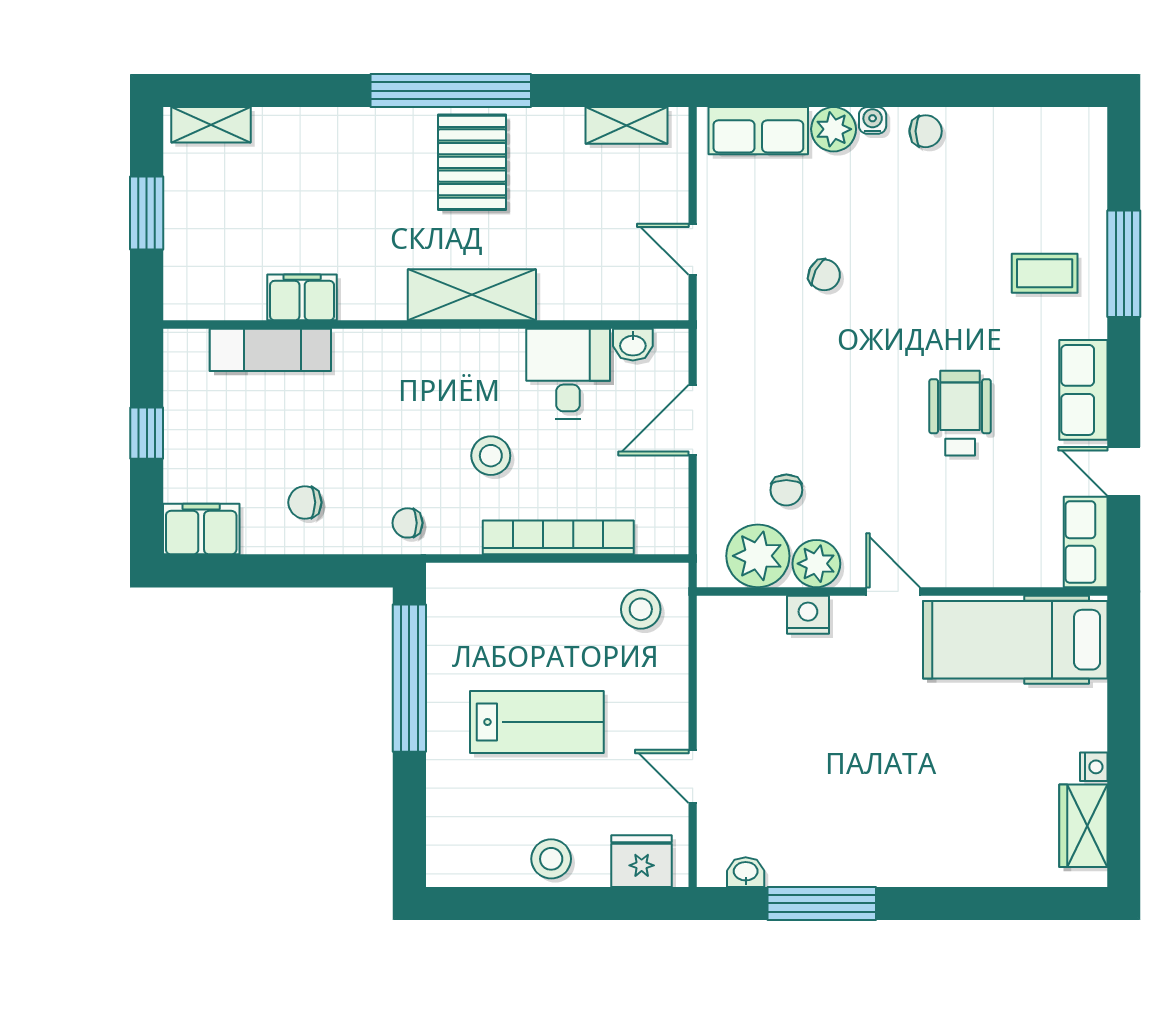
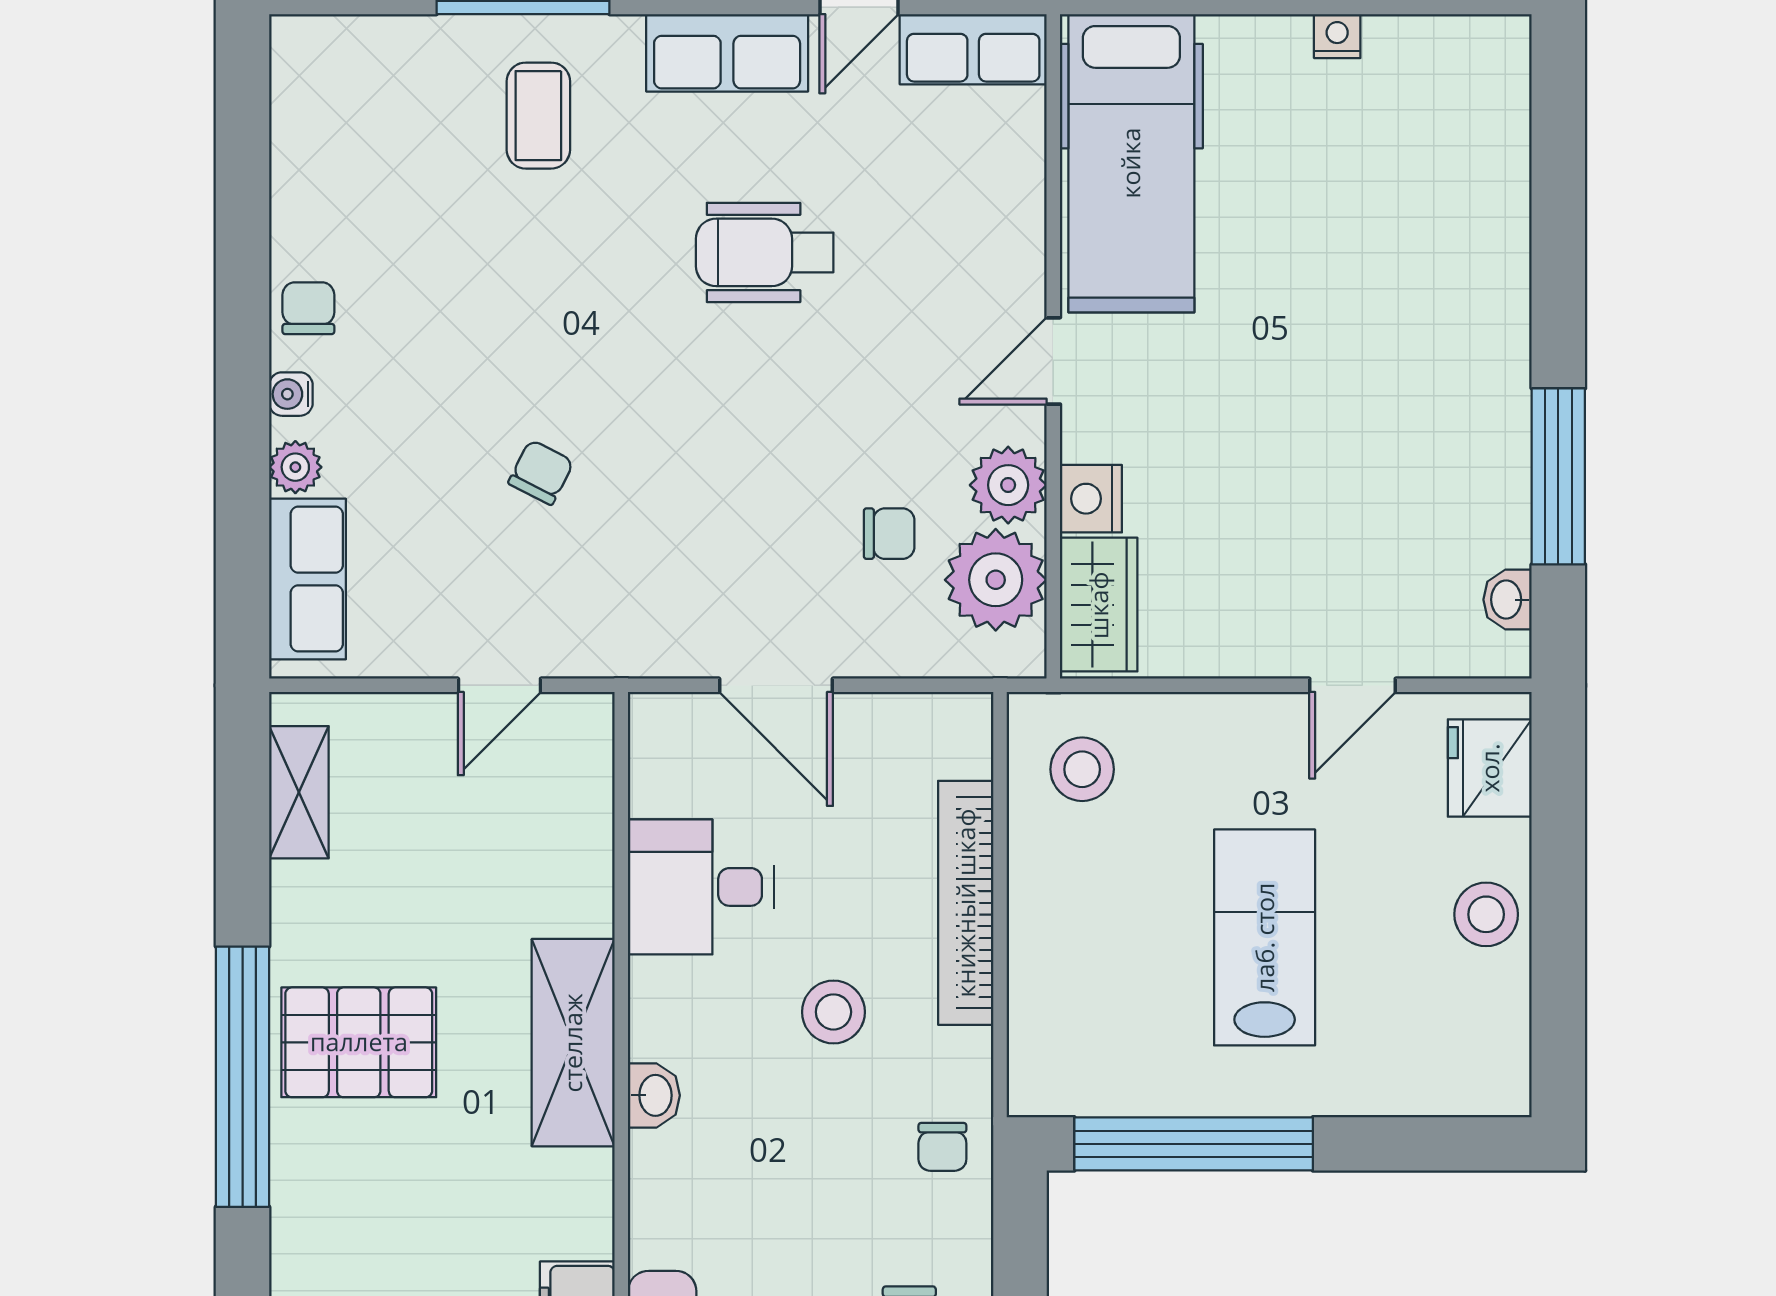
plant: (834, 129) -> (295, 467), width x0.73, depth x0.73
washbasin: (633, 345) -> (654, 1095), moved
wardrobe: (1083, 826) -> (1099, 605), moved, turned -90

